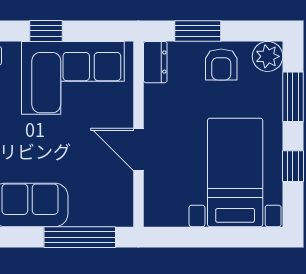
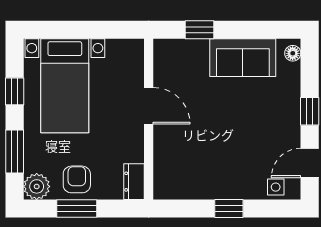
window: (198, 31) -> (77, 209), moved
corner sofa: (73, 78) -> (206, 168), removed
window: (80, 237) -> (200, 30), width x0.46

